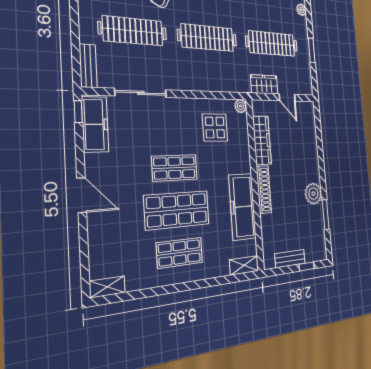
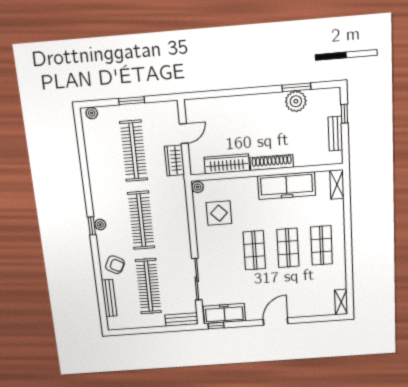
plant: (313, 194) -> (296, 101), moved
shop shelf: (177, 210) -> (288, 248), width x0.70, depth x0.74

